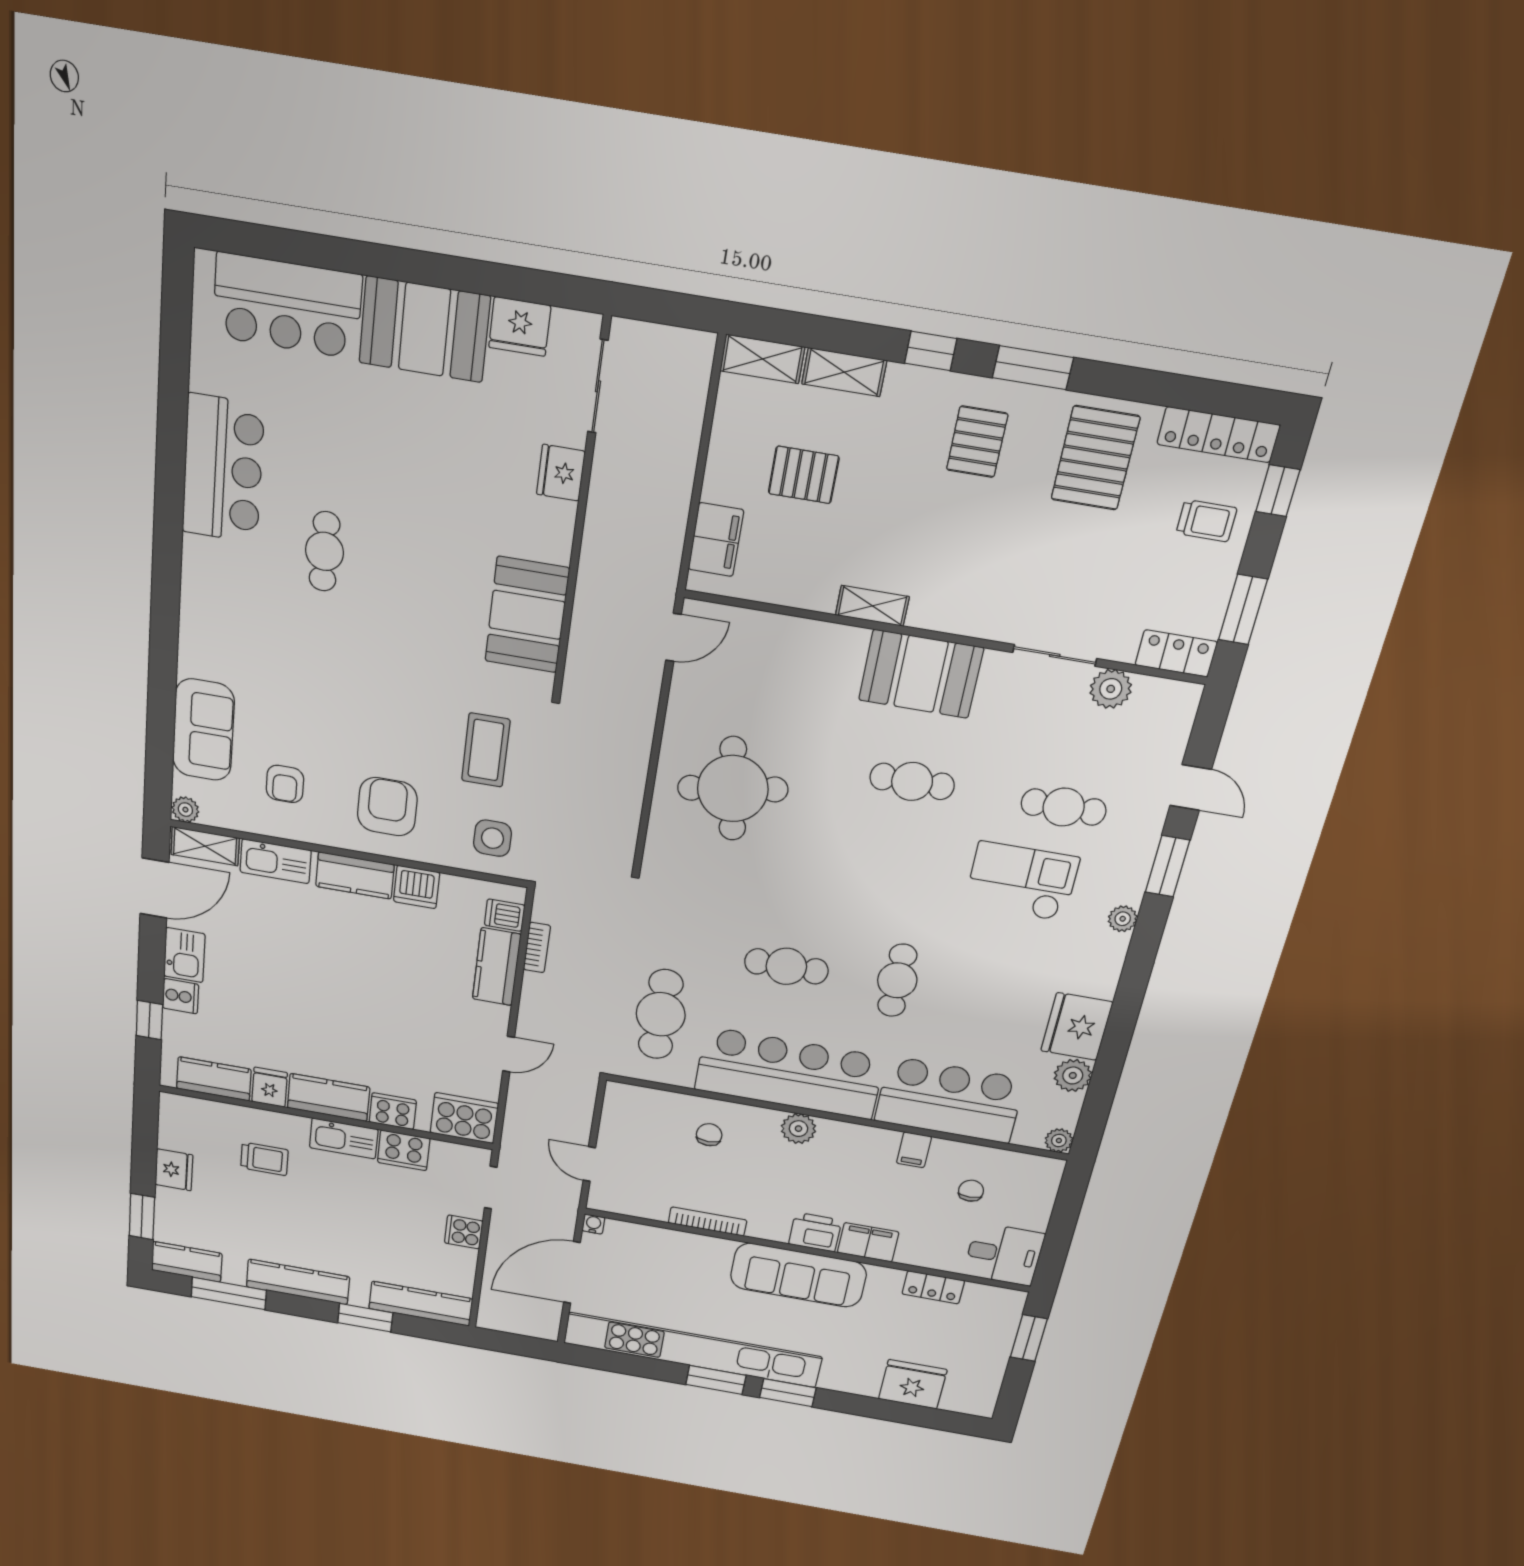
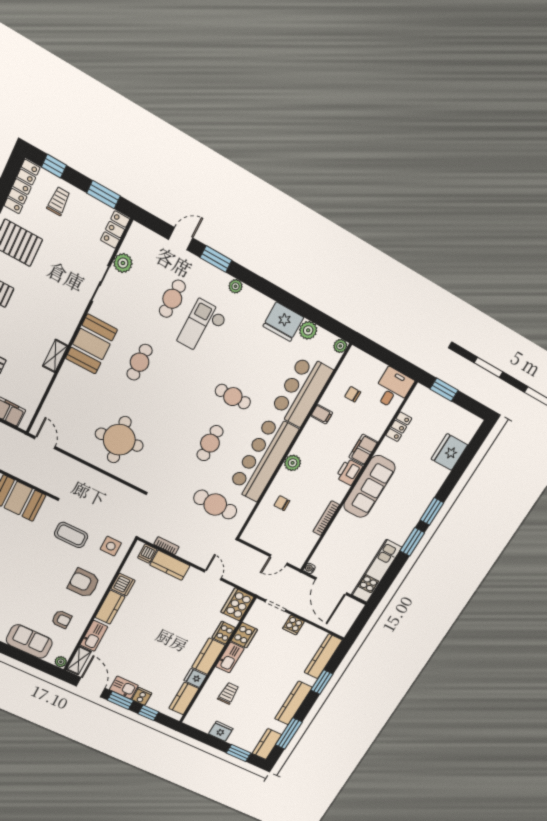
window: (152, 957) -> (120, 700), added
kitchen unit: (692, 1350) -> (377, 571), width x0.54

